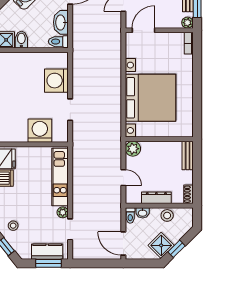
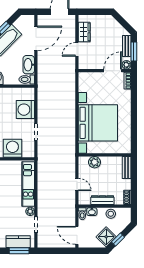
door: (143, 30) -> (113, 71), moved
plant: (133, 149) -> (95, 162), moved

